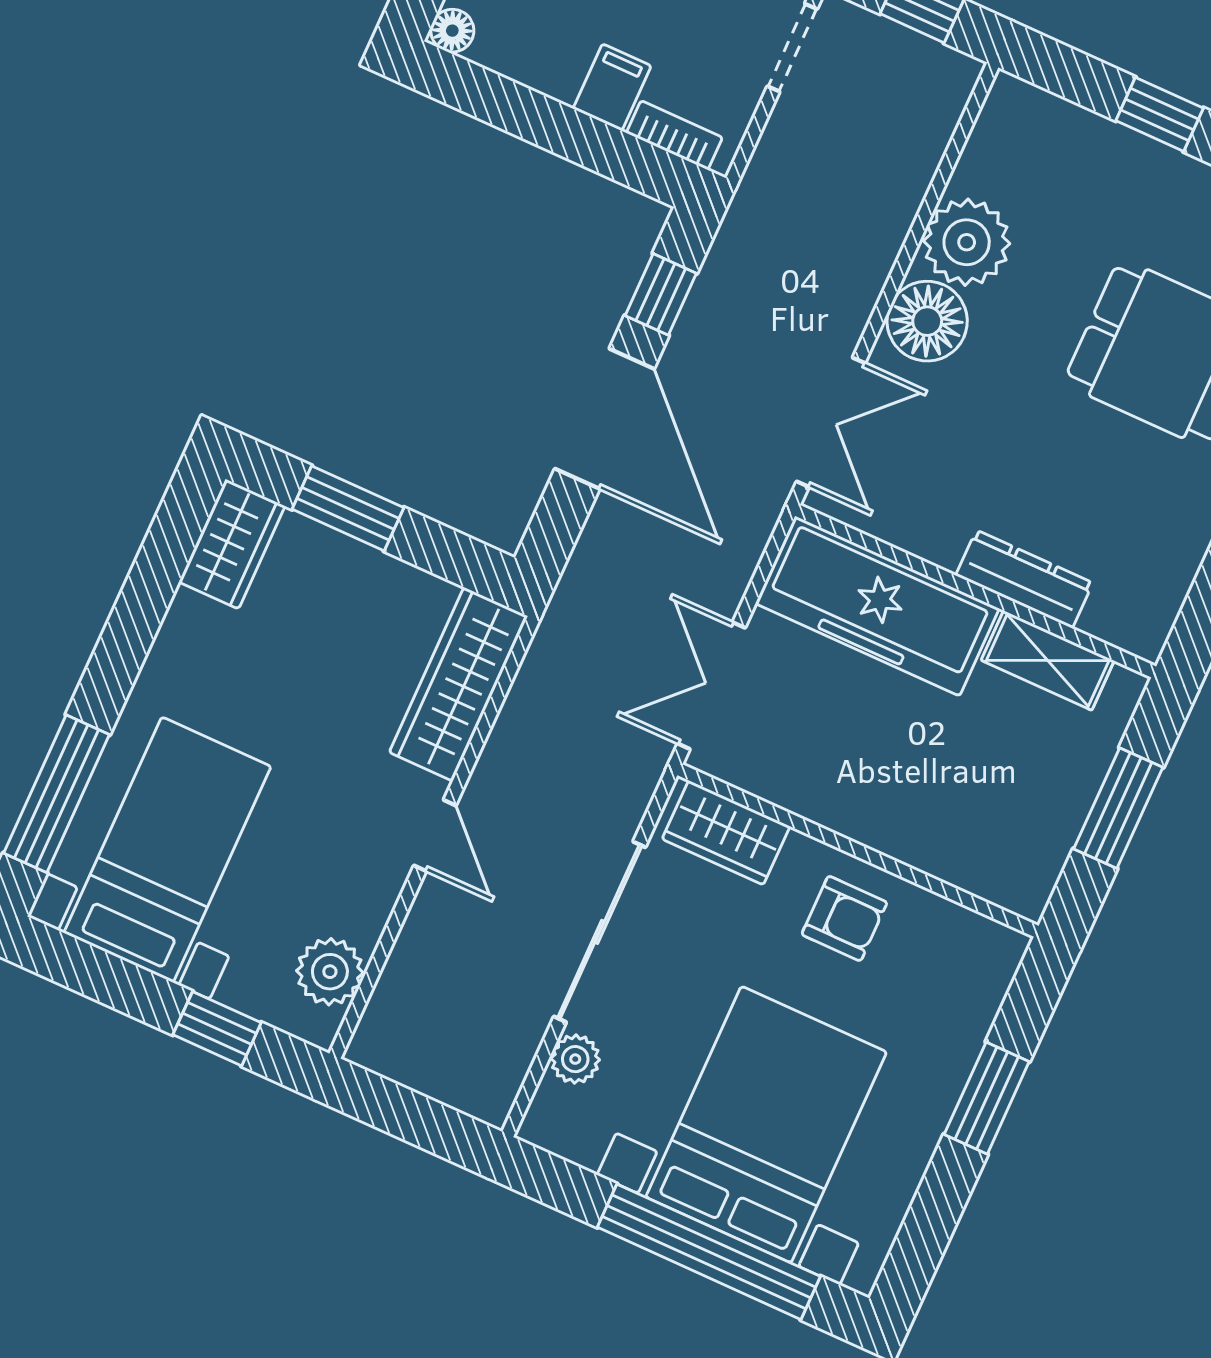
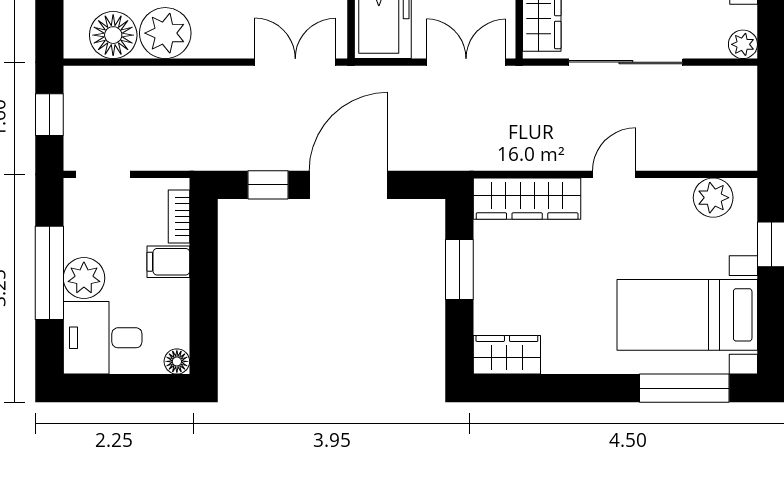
floor lamp: (927, 321) -> (113, 35), moved
window: (348, 508) -> (459, 269), moved
double door: (711, 686) -> (466, 62), swing flipped
plant: (575, 1059) -> (743, 44), moved

